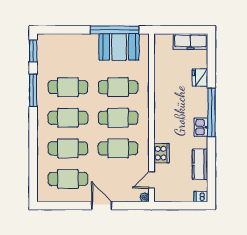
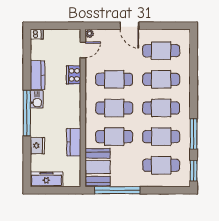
booth: (119, 47) -> (98, 167), moved, turned 90
cafe table: (68, 57) -> (161, 165), added
kitchen counter: (161, 81) -> (74, 142), added
kitchen counter: (200, 164) -> (37, 75), moved

